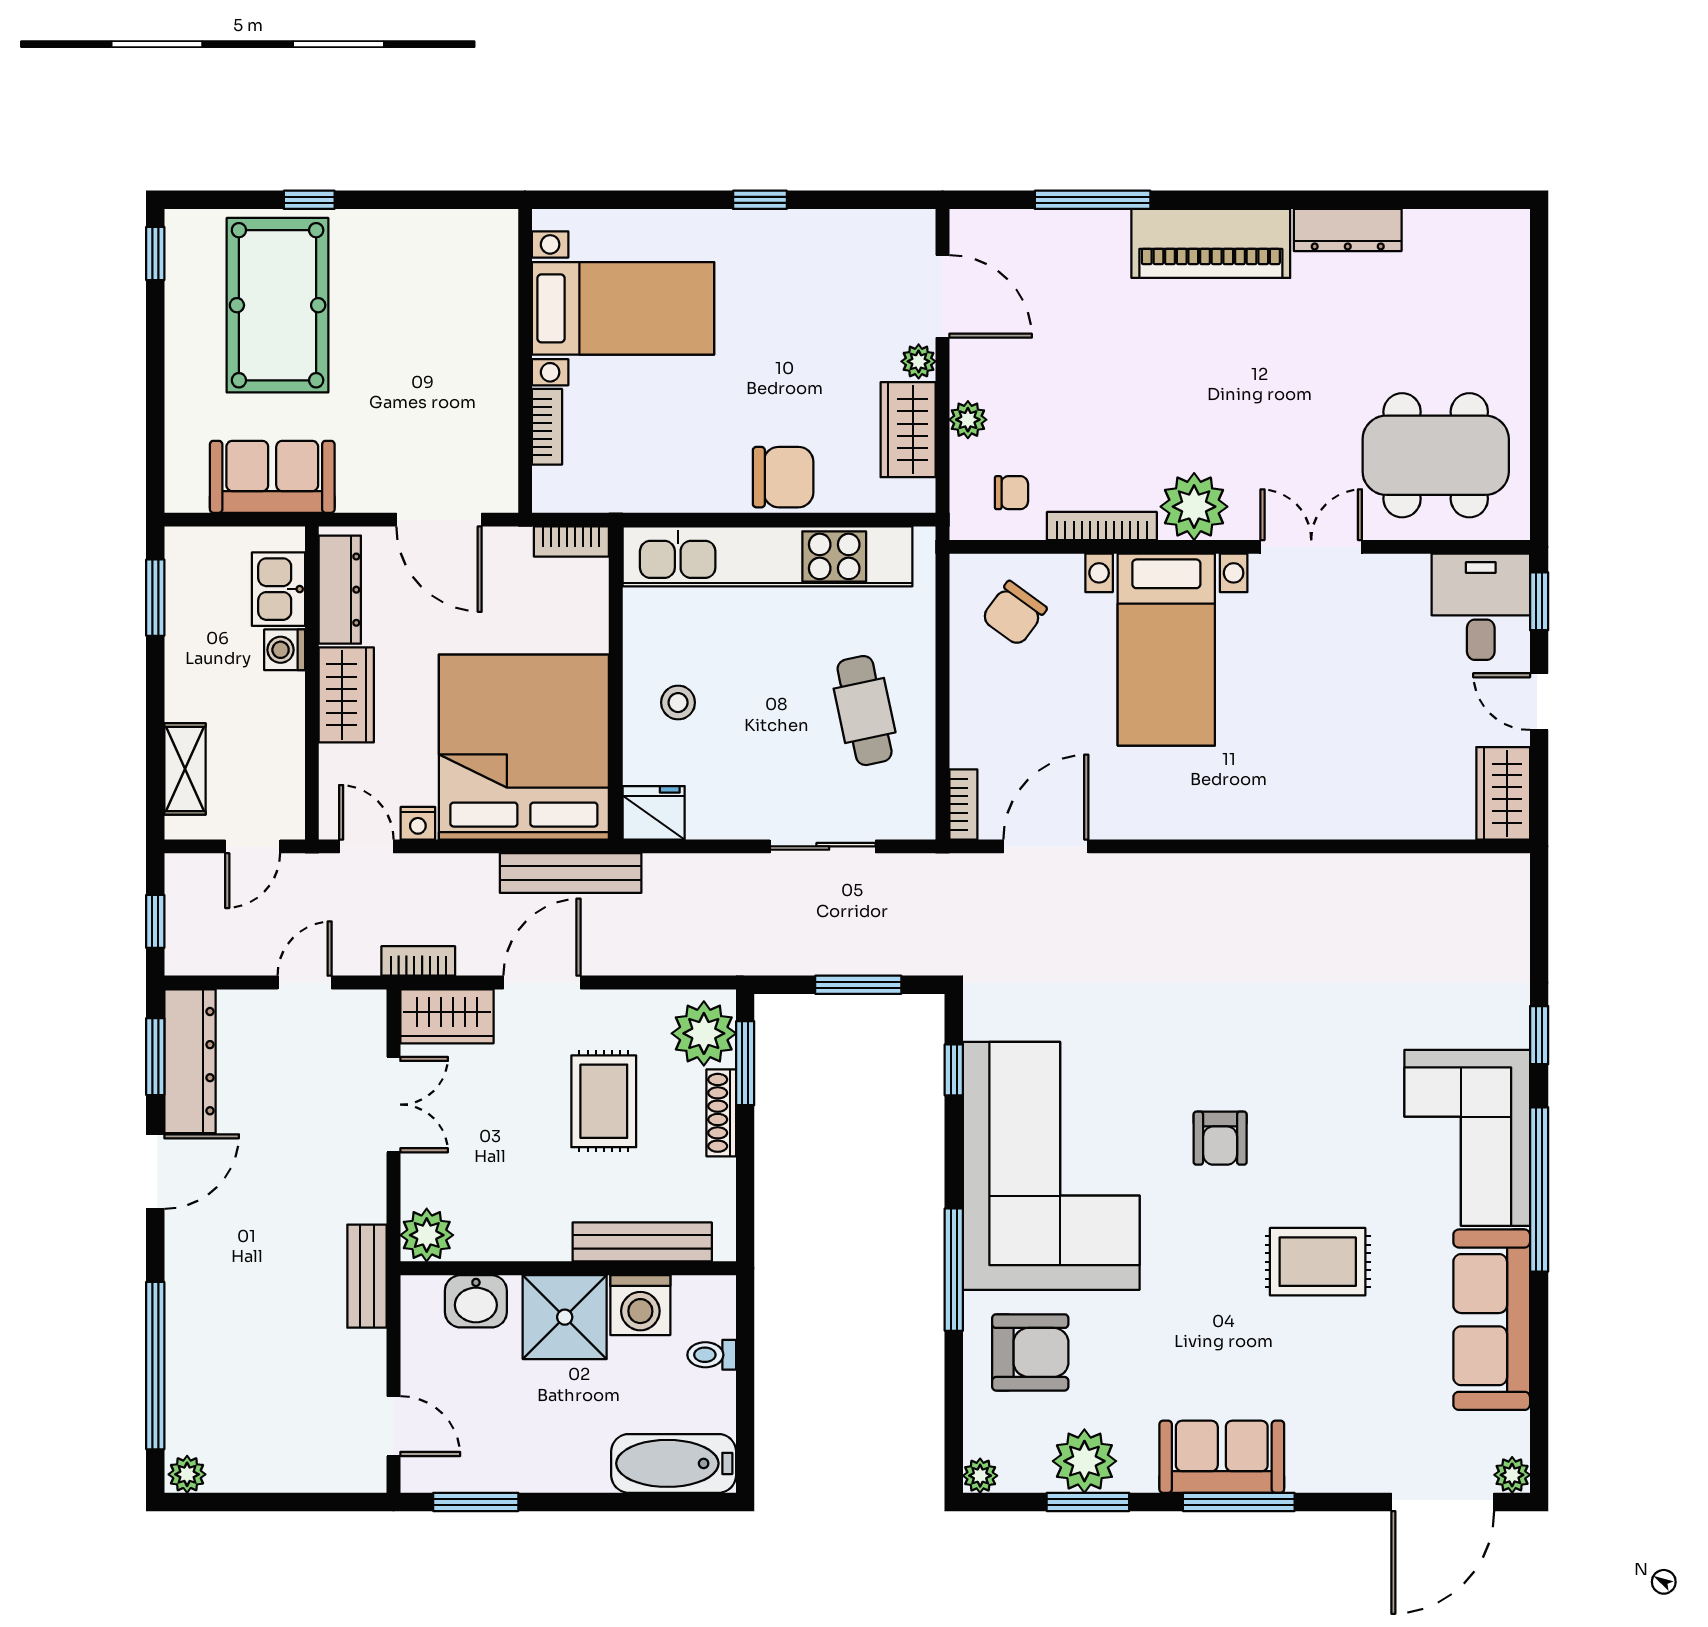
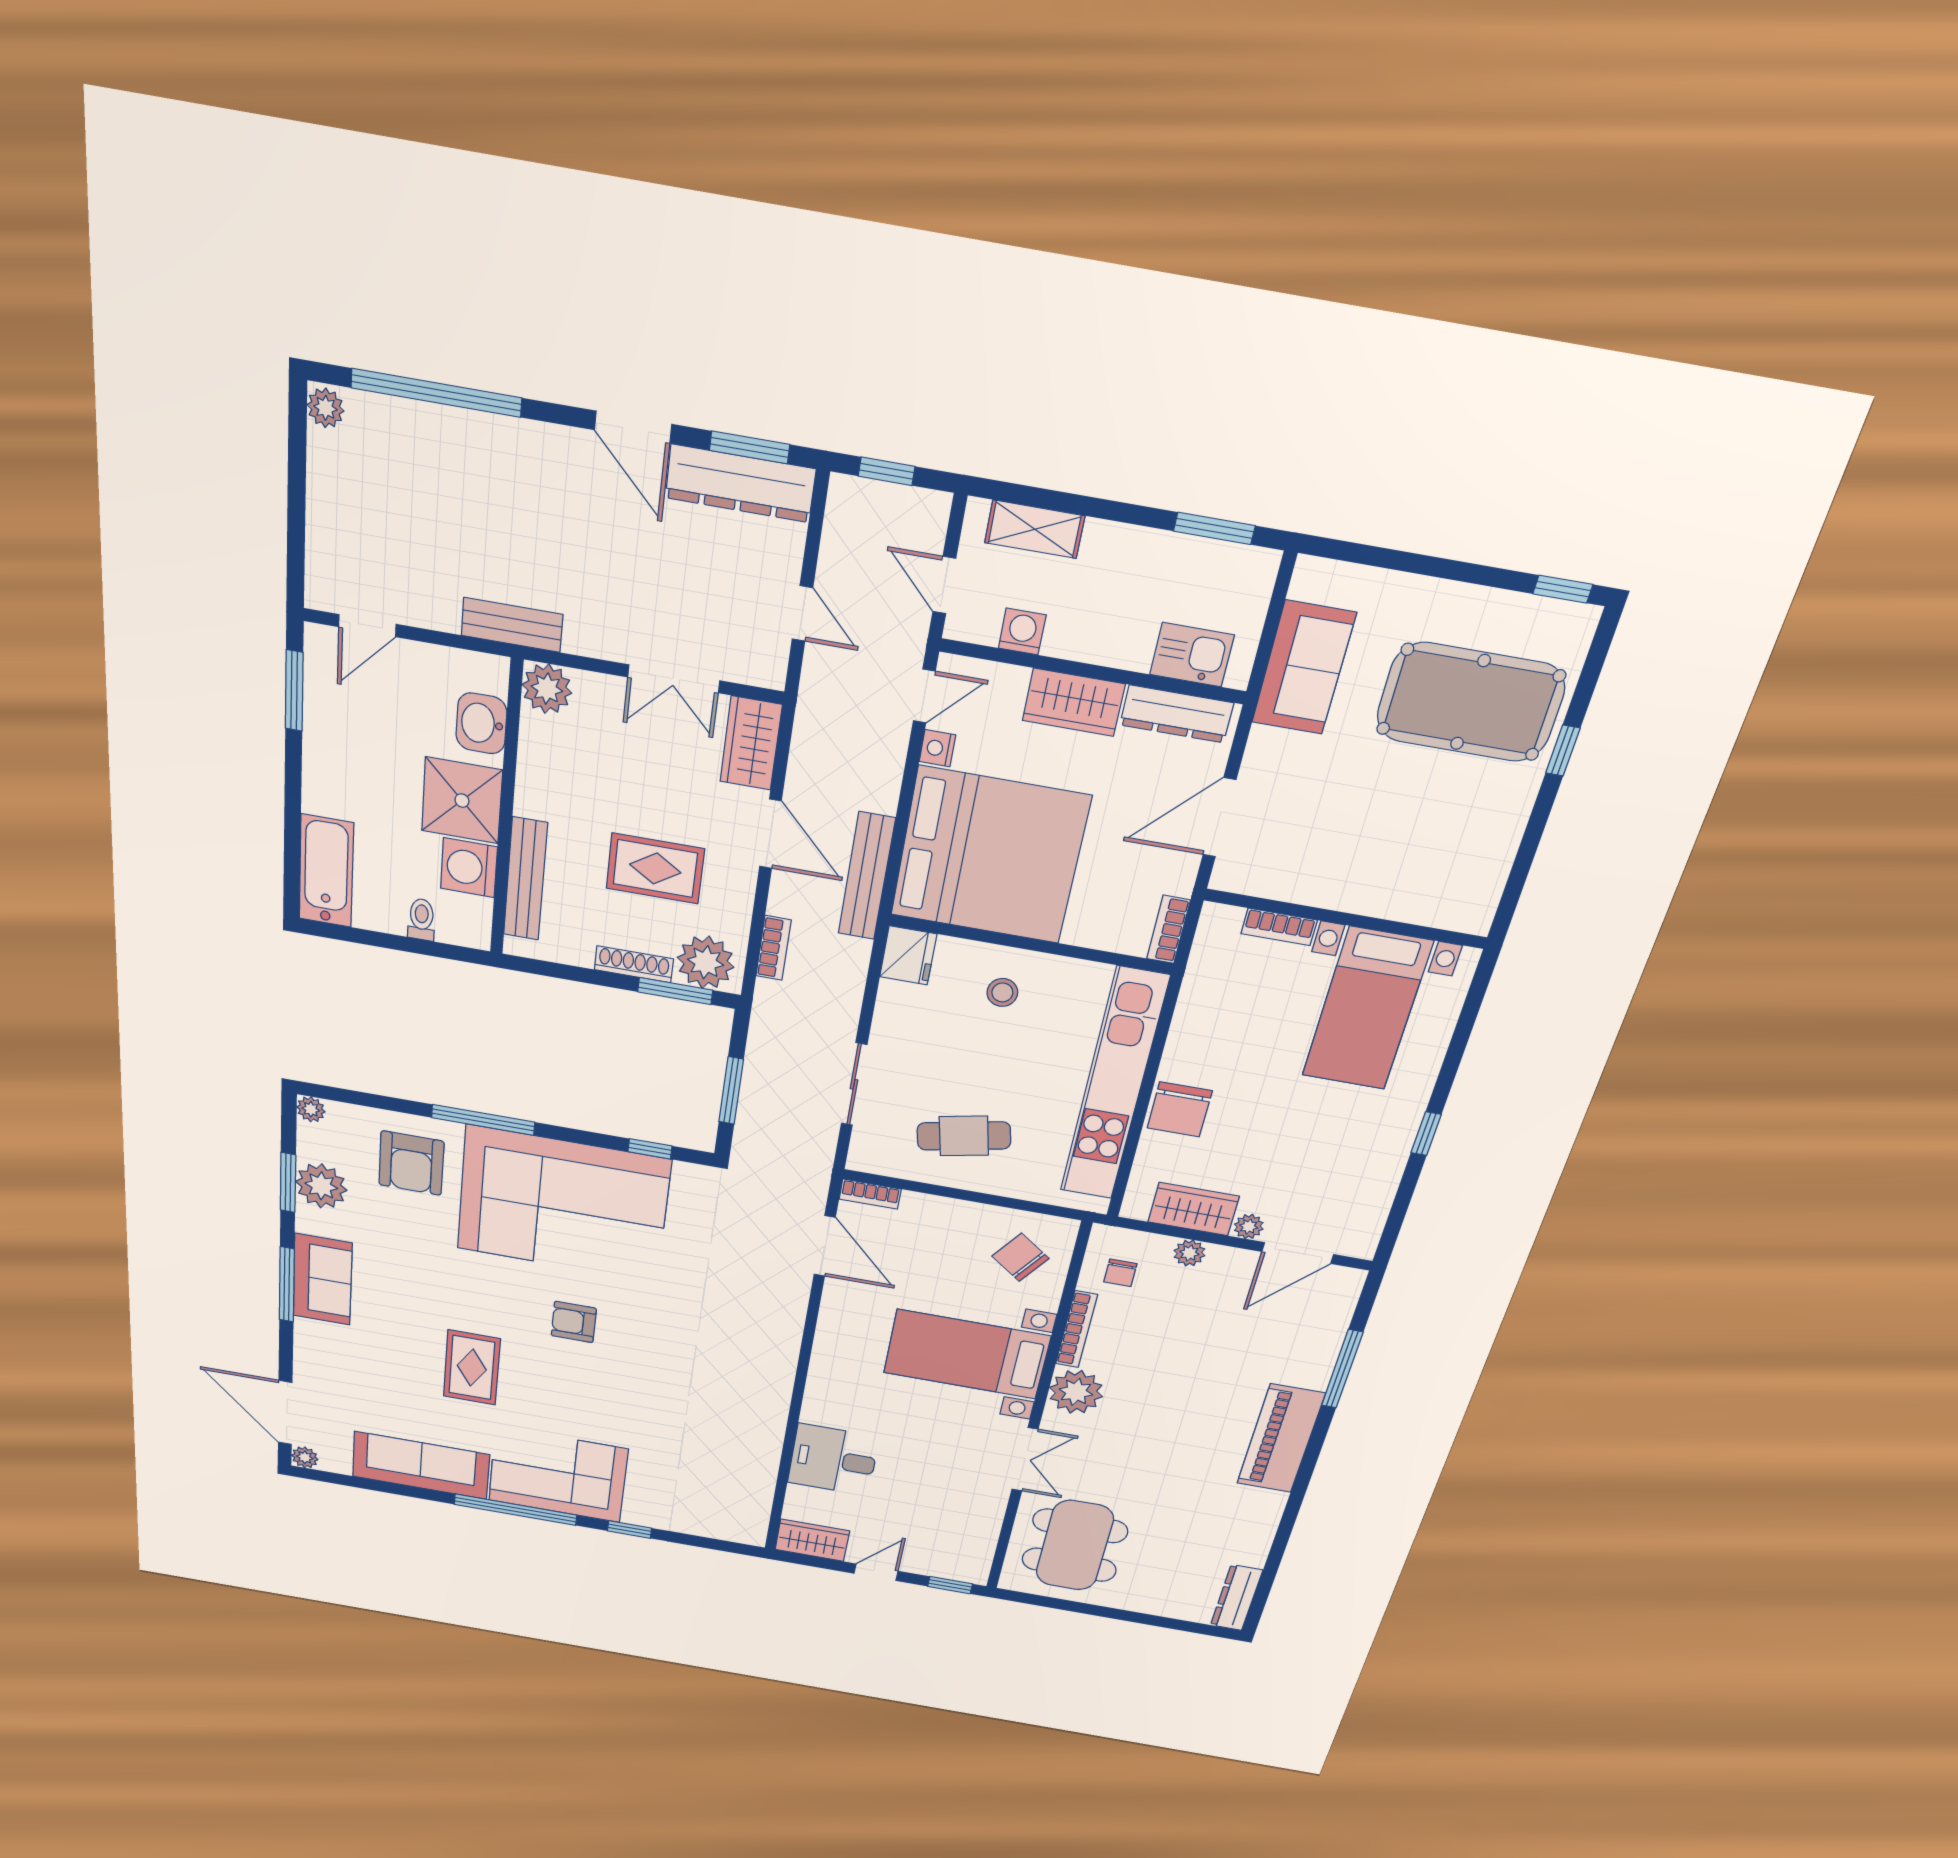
dresser: (1348, 230) -> (1236, 1598), moved
desk: (1481, 607) -> (833, 1460), moved, turned 180
washing machine: (285, 650) -> (1022, 631), moved
bookcase: (418, 961) -> (774, 948), moved

